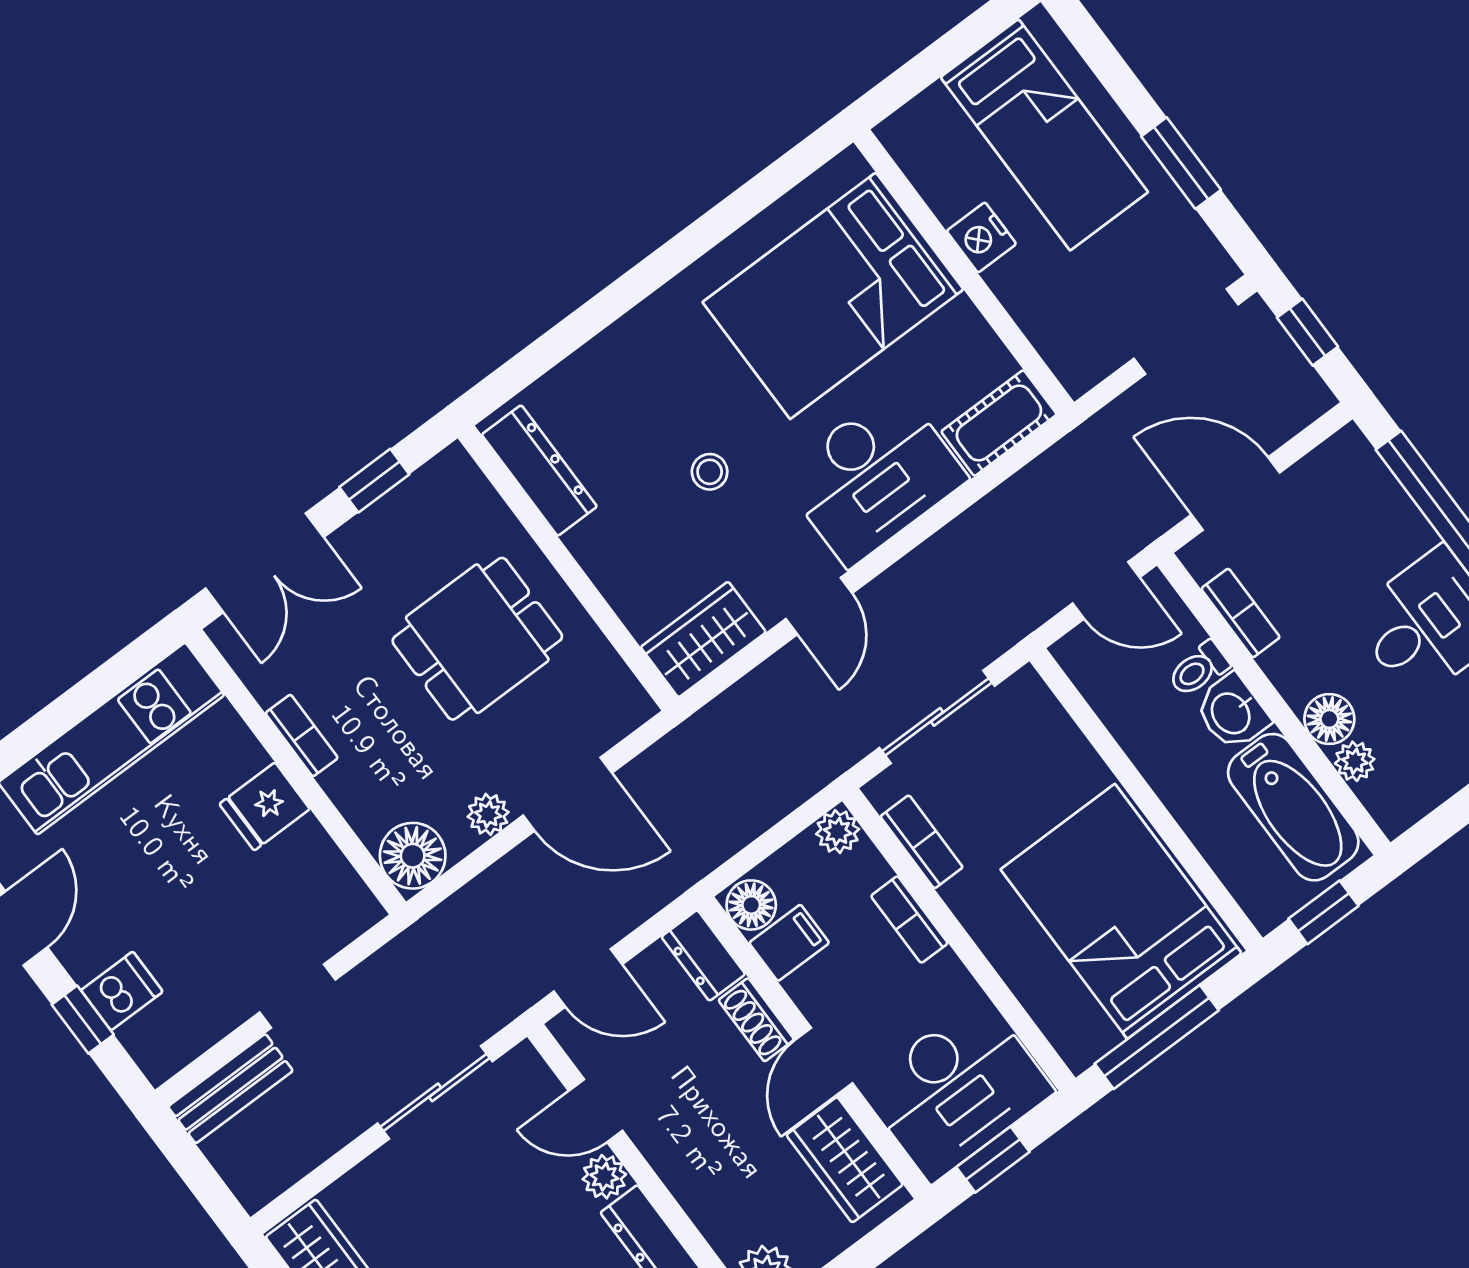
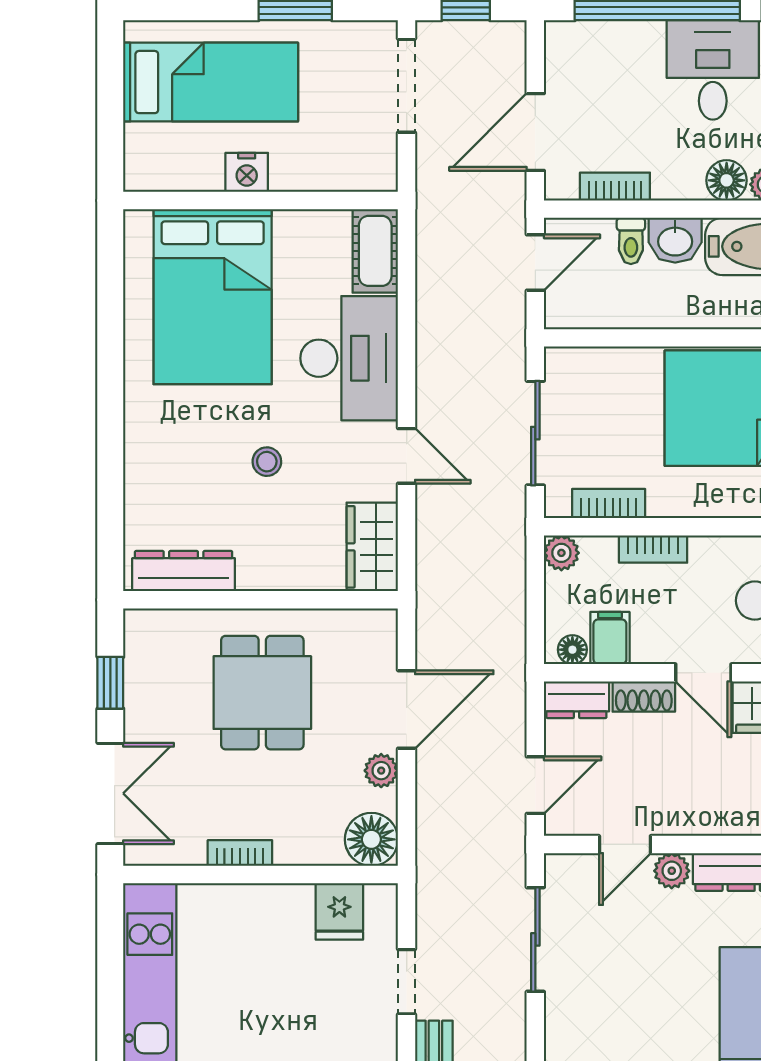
fridge: (265, 806) -> (339, 911), moved
floor lamp: (751, 905) -> (572, 650), width x0.73, depth x0.73

